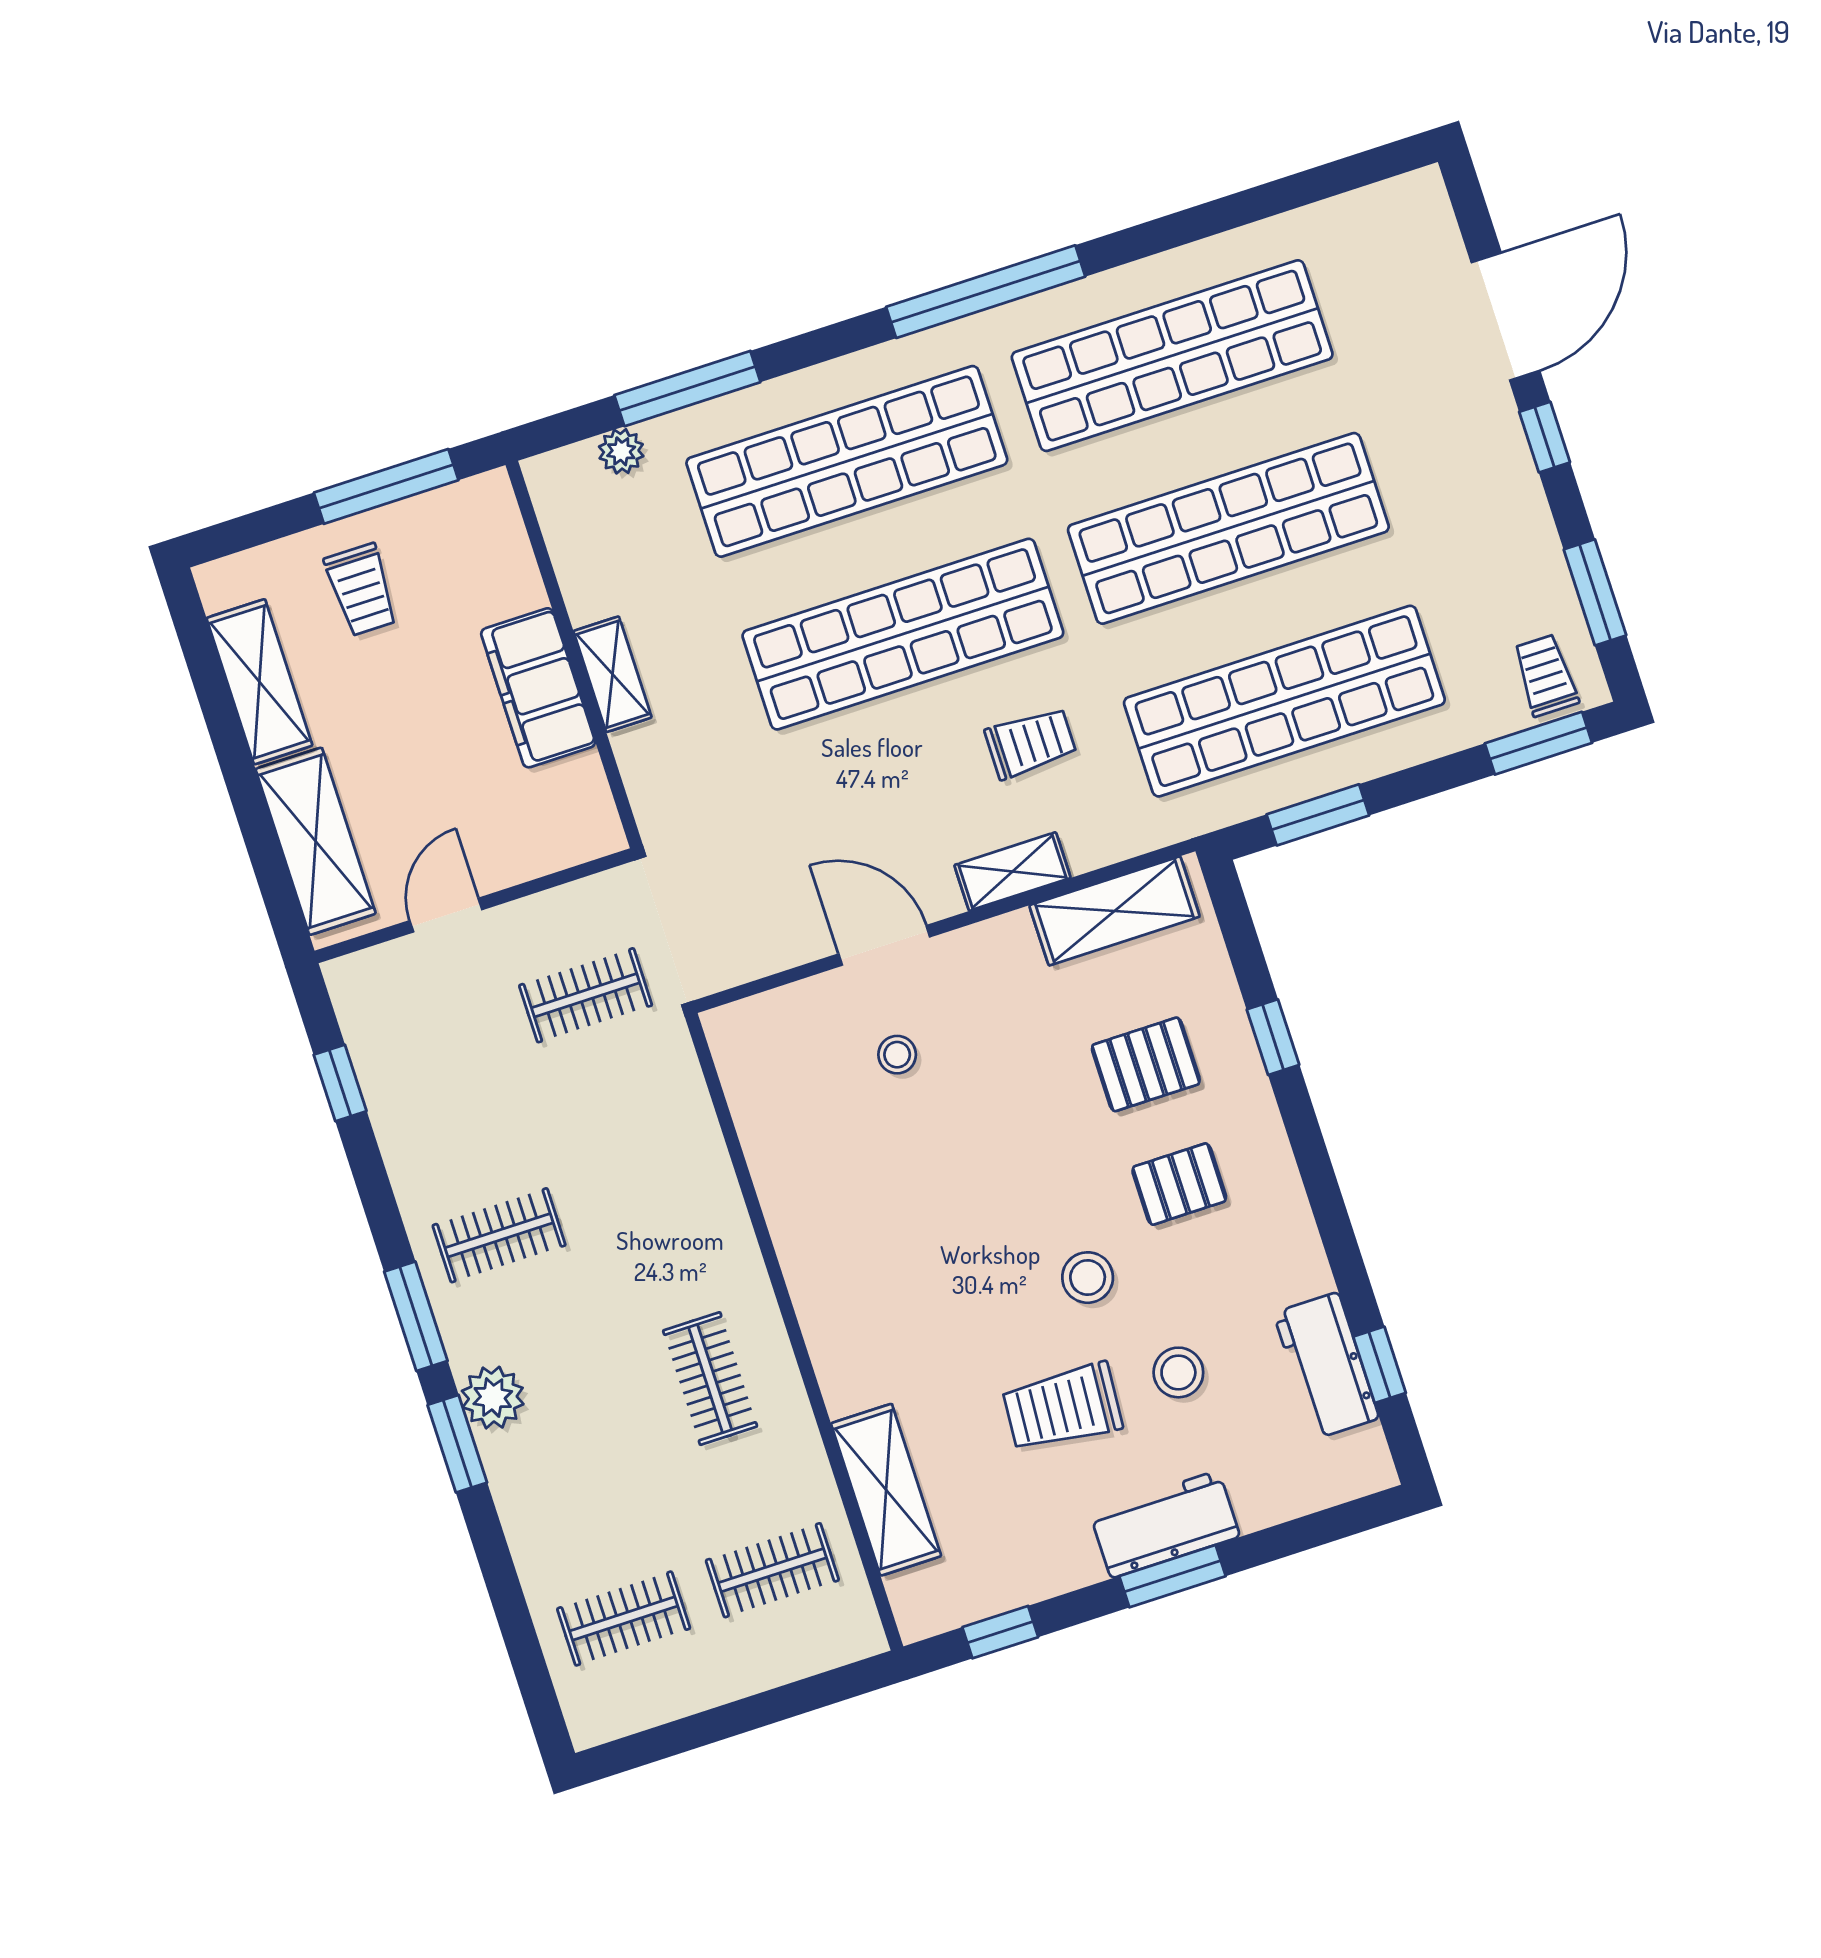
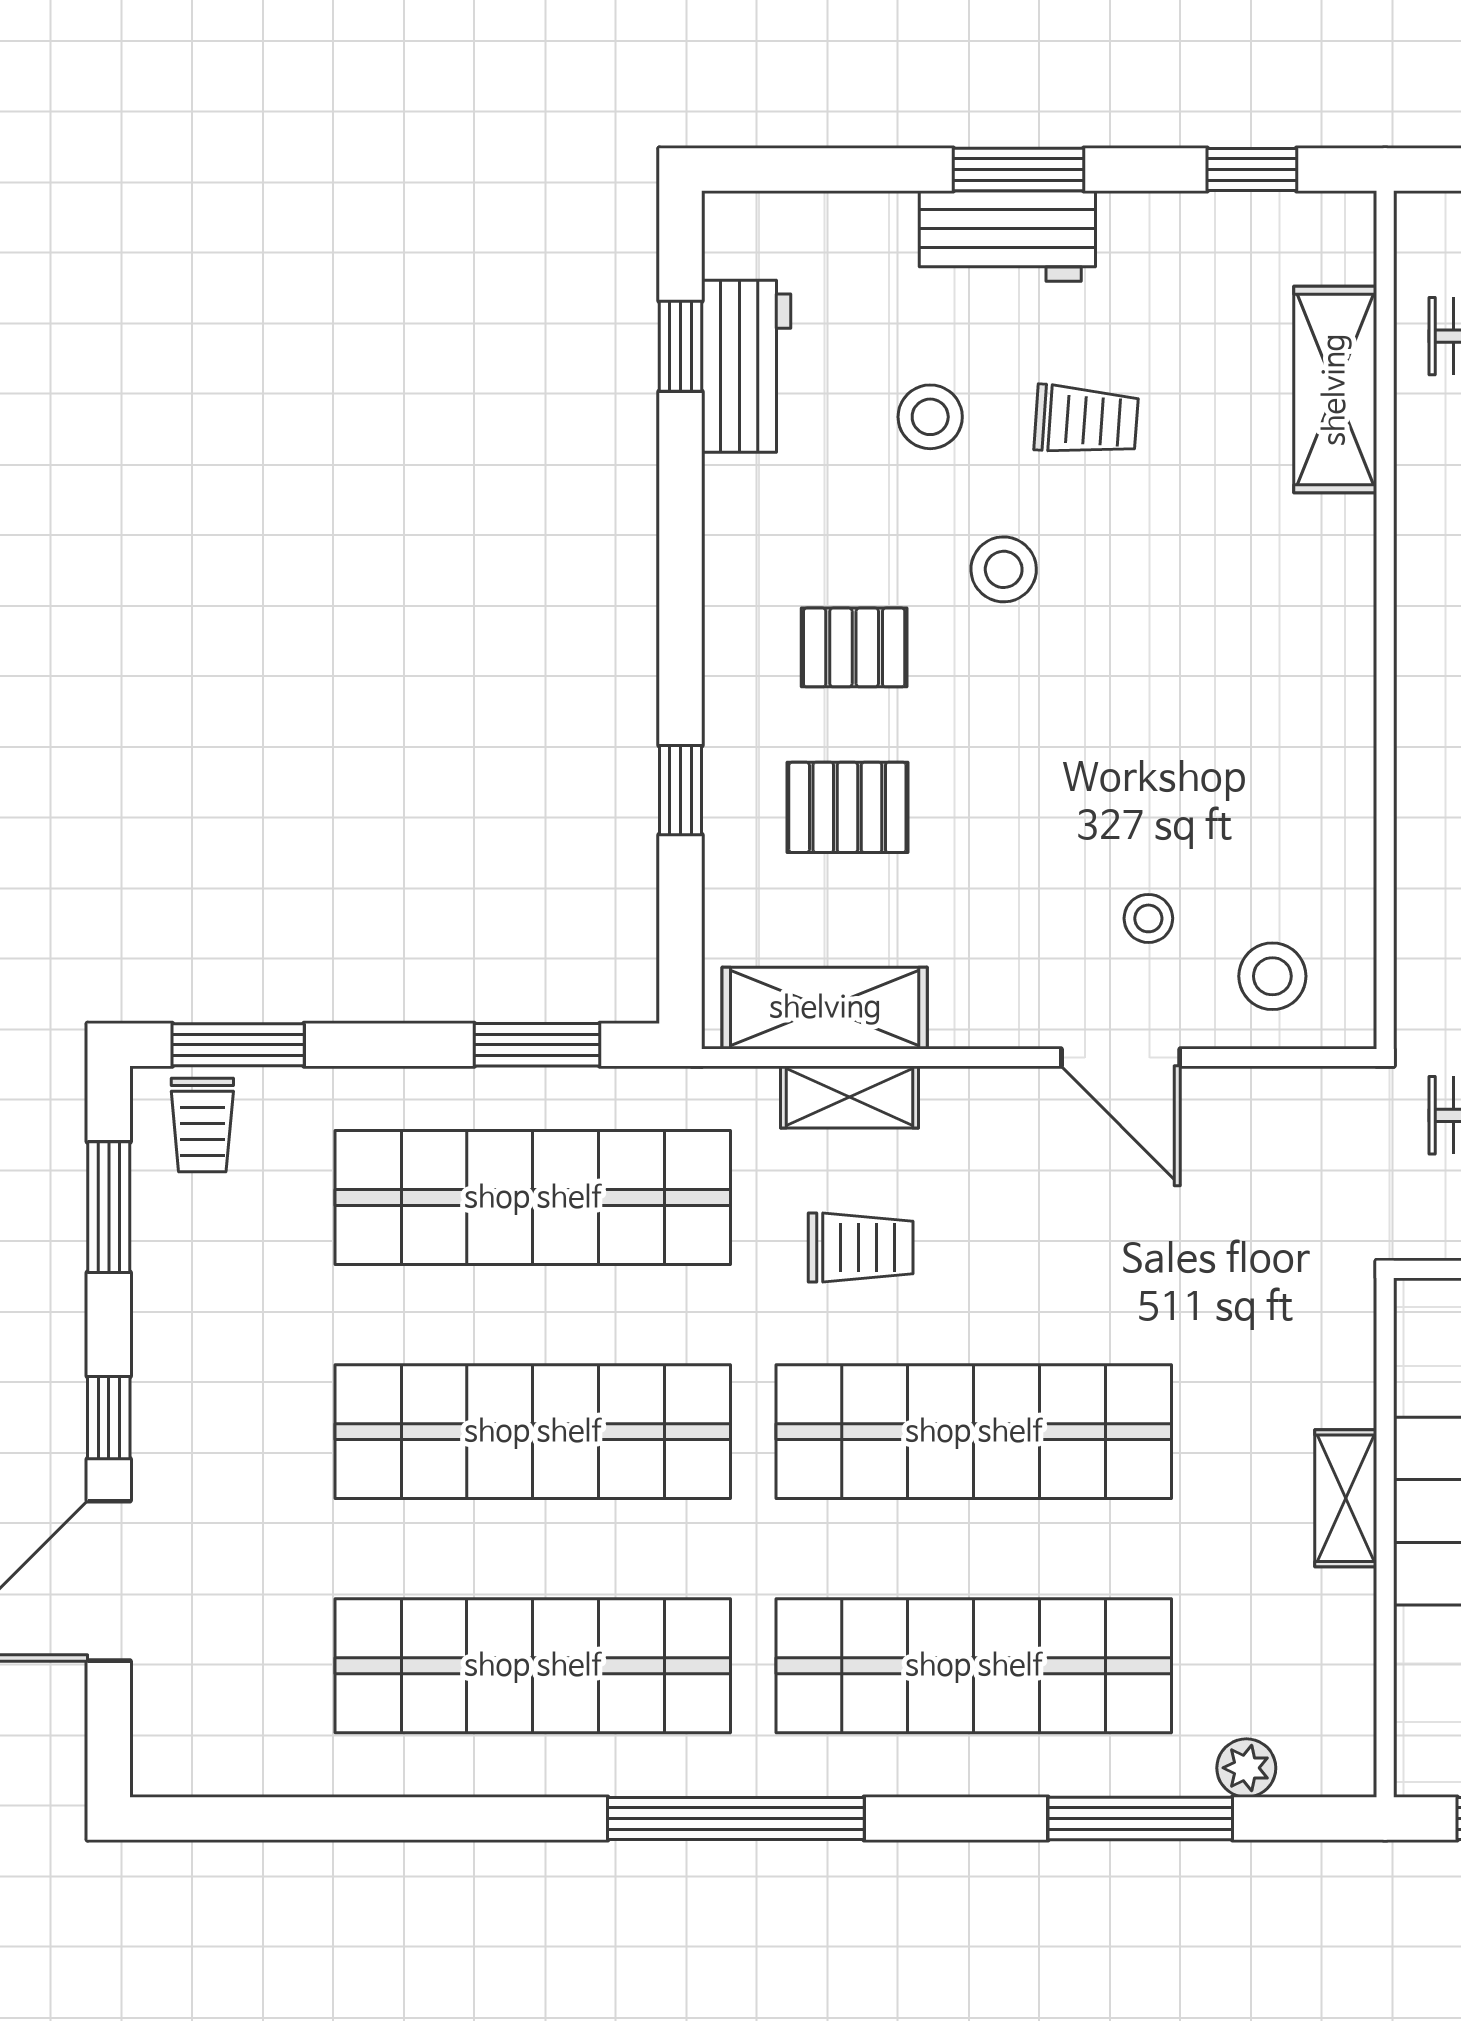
trolley: (1031, 743) -> (861, 1247), turned 180
shelving: (1012, 871) -> (850, 1097), moved
stool: (792, 1042) -> (1272, 976), added
trolley: (1062, 1407) -> (1086, 420), width x0.73, depth x0.72

